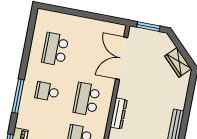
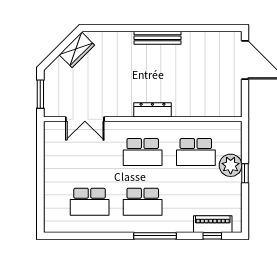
double door: (122, 58) -> (85, 119), width x0.73
school desk: (47, 92) -> (143, 202), width x1.85

